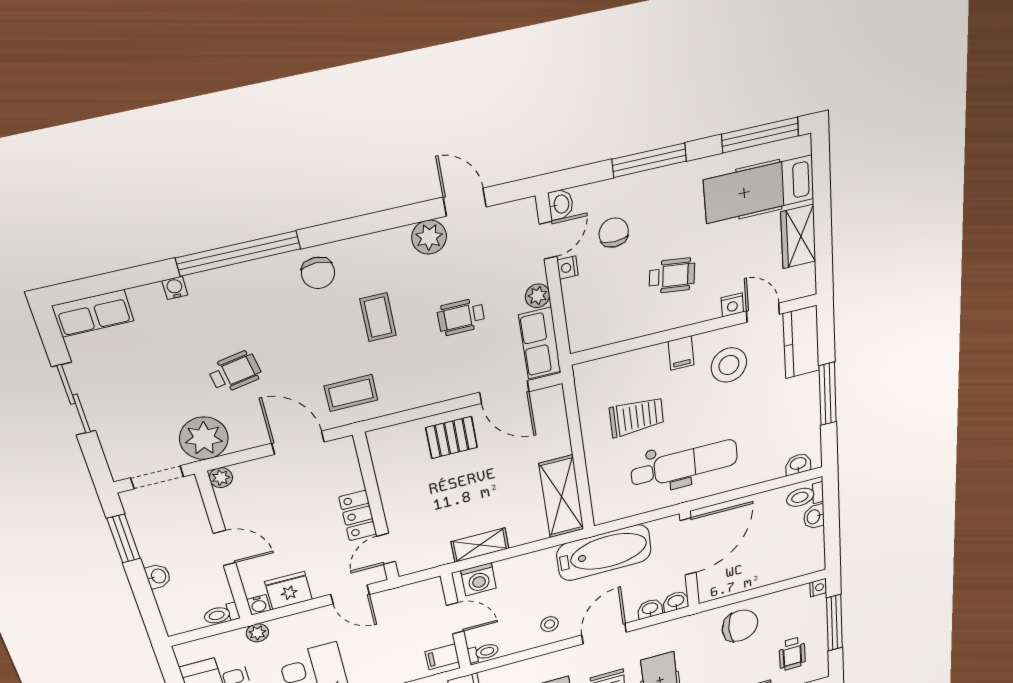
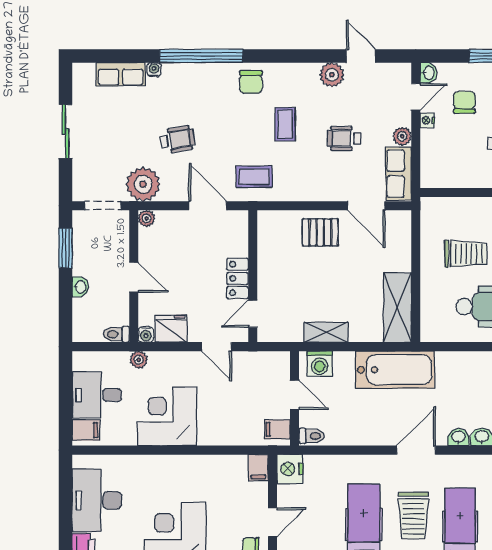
row of seats: (93, 313) -> (121, 74), moved
bathtub: (604, 553) -> (395, 370), moved
stool: (550, 624) -> (371, 425), removed

